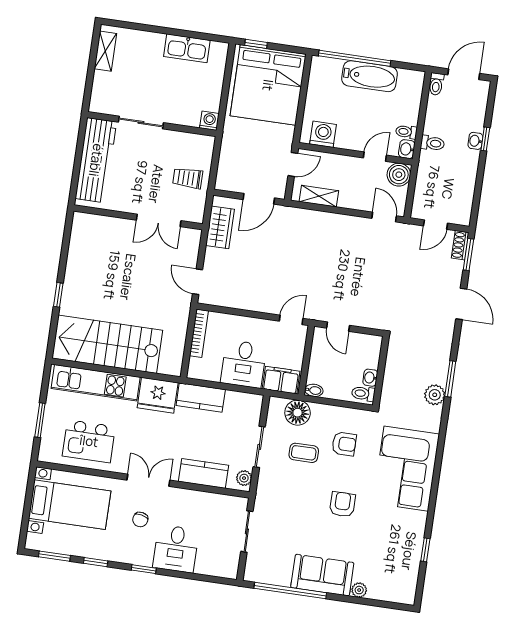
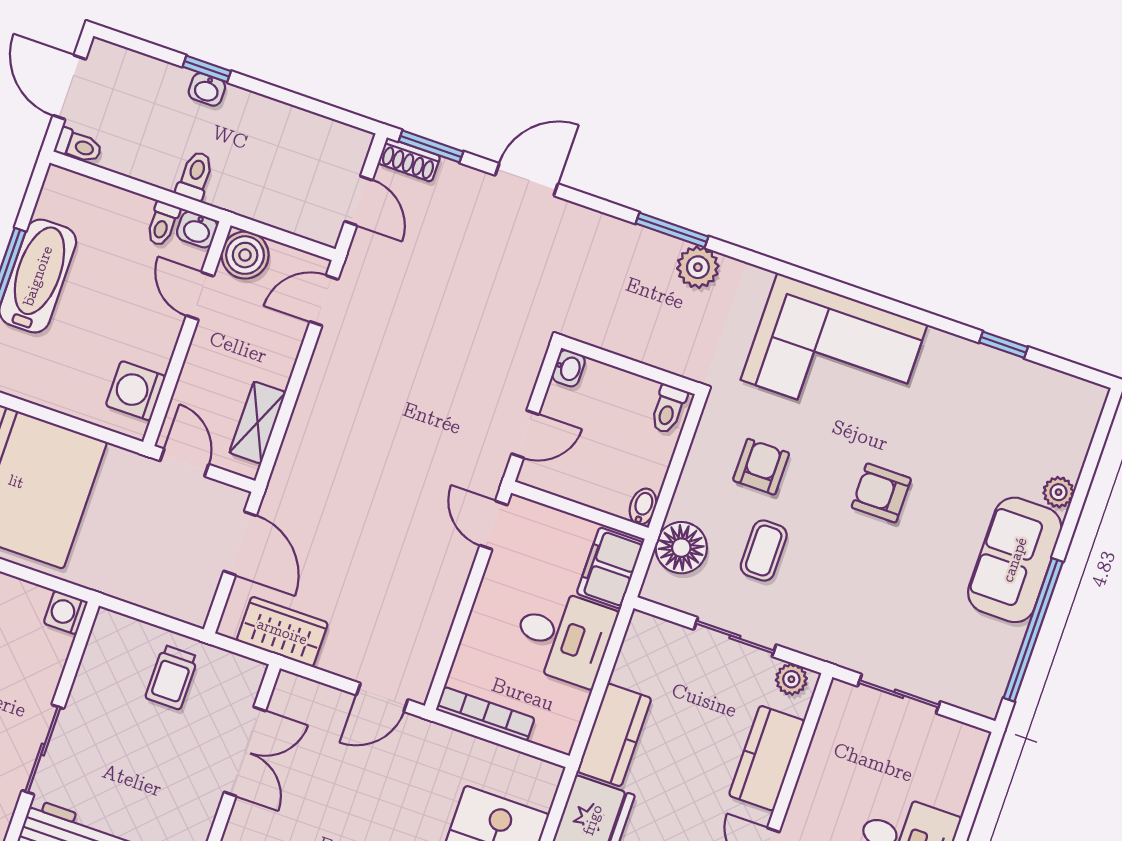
washbasin: (370, 378) -> (569, 368), moved, turned -90

